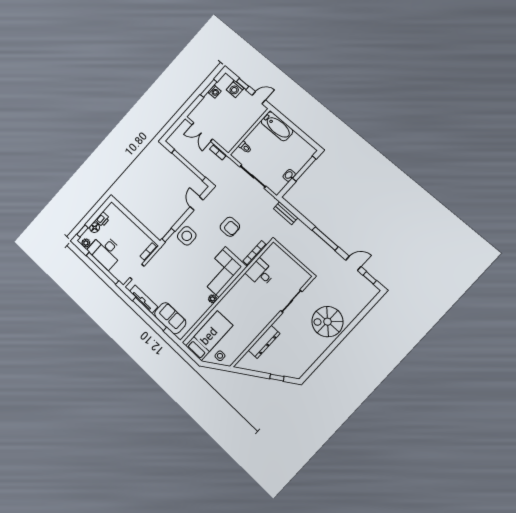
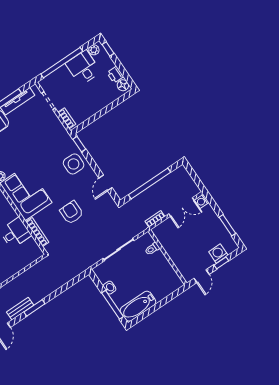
washing machine: (215, 92) -> (202, 201), moved
bathtub: (277, 126) -> (138, 306), moved
double door: (202, 132) -> (181, 207), swing flipped
door: (197, 203) -> (106, 183), swing flipped
bench: (286, 213) -> (20, 309), moved
armchair: (230, 227) -> (72, 212), turned 90
floor lamp: (95, 228) -> (123, 85), moved
window: (325, 239) -> (34, 308), width x0.69
desk: (106, 251) -> (83, 68), width x0.73

